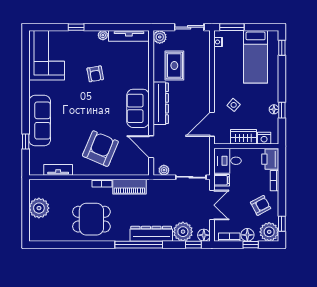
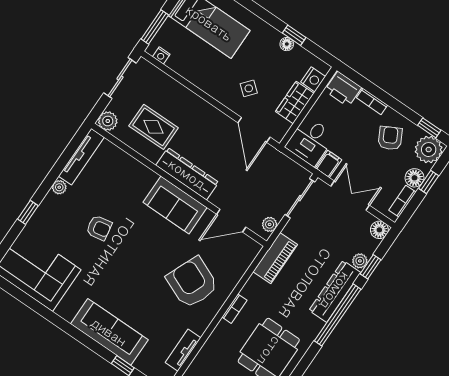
piano: (129, 187) -> (275, 258), moved
plant: (183, 232) -> (360, 261), width x0.53, depth x0.53
window: (193, 245) -> (371, 267), moved

